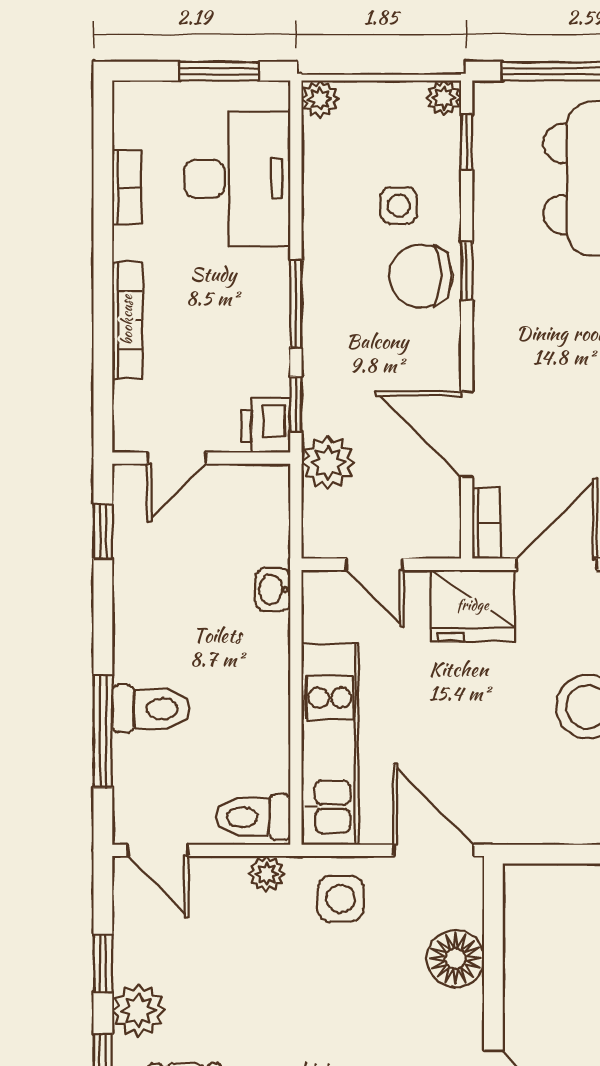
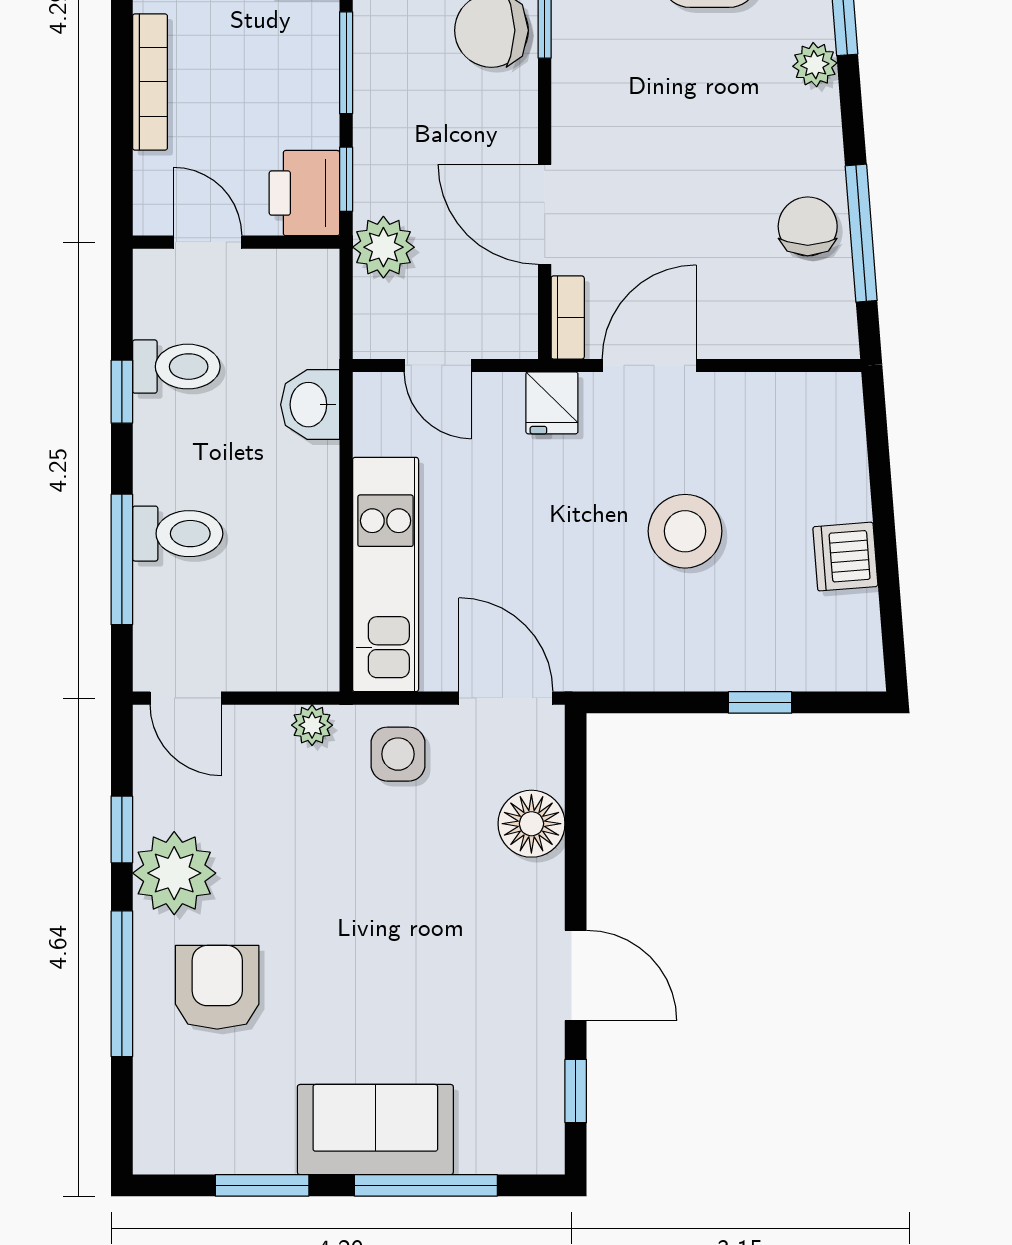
printer: (266, 426) -> (304, 193), width x1.36, depth x1.24
door: (177, 458) -> (208, 242), swing flipped
window: (103, 531) -> (122, 392), moved
washbasin: (273, 590) -> (310, 405), width x1.38, depth x1.45
fridge: (473, 605) -> (552, 403), width x0.53, depth x0.75
toilet: (253, 817) -> (176, 367), moved, turned 180
plant: (138, 1011) -> (174, 873), width x1.36, depth x1.36

